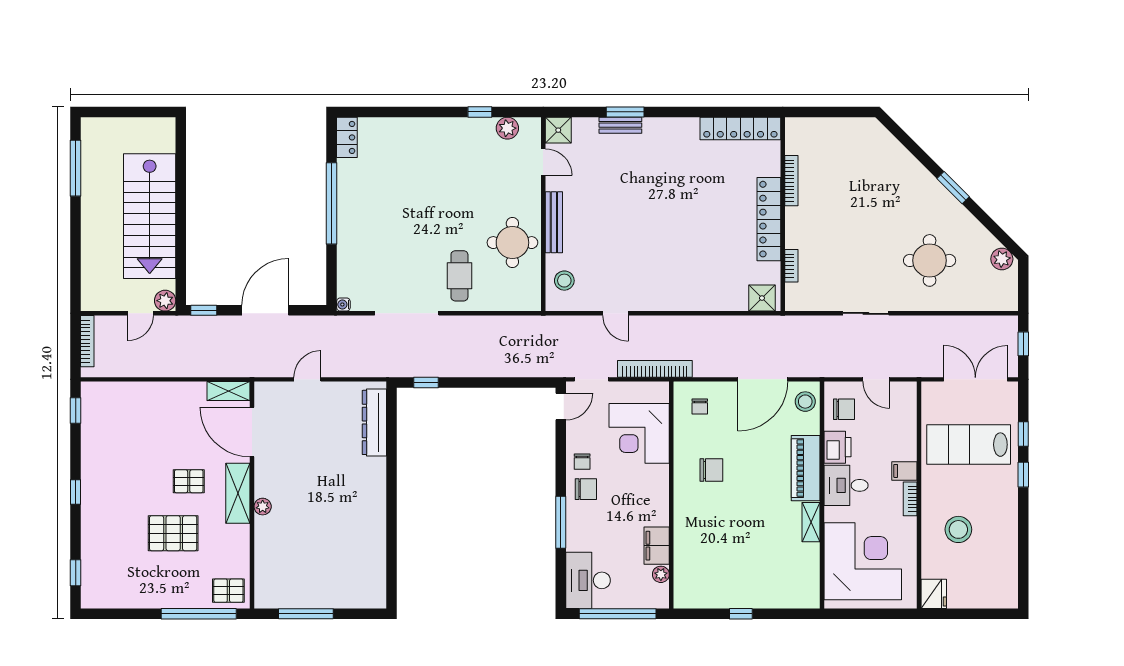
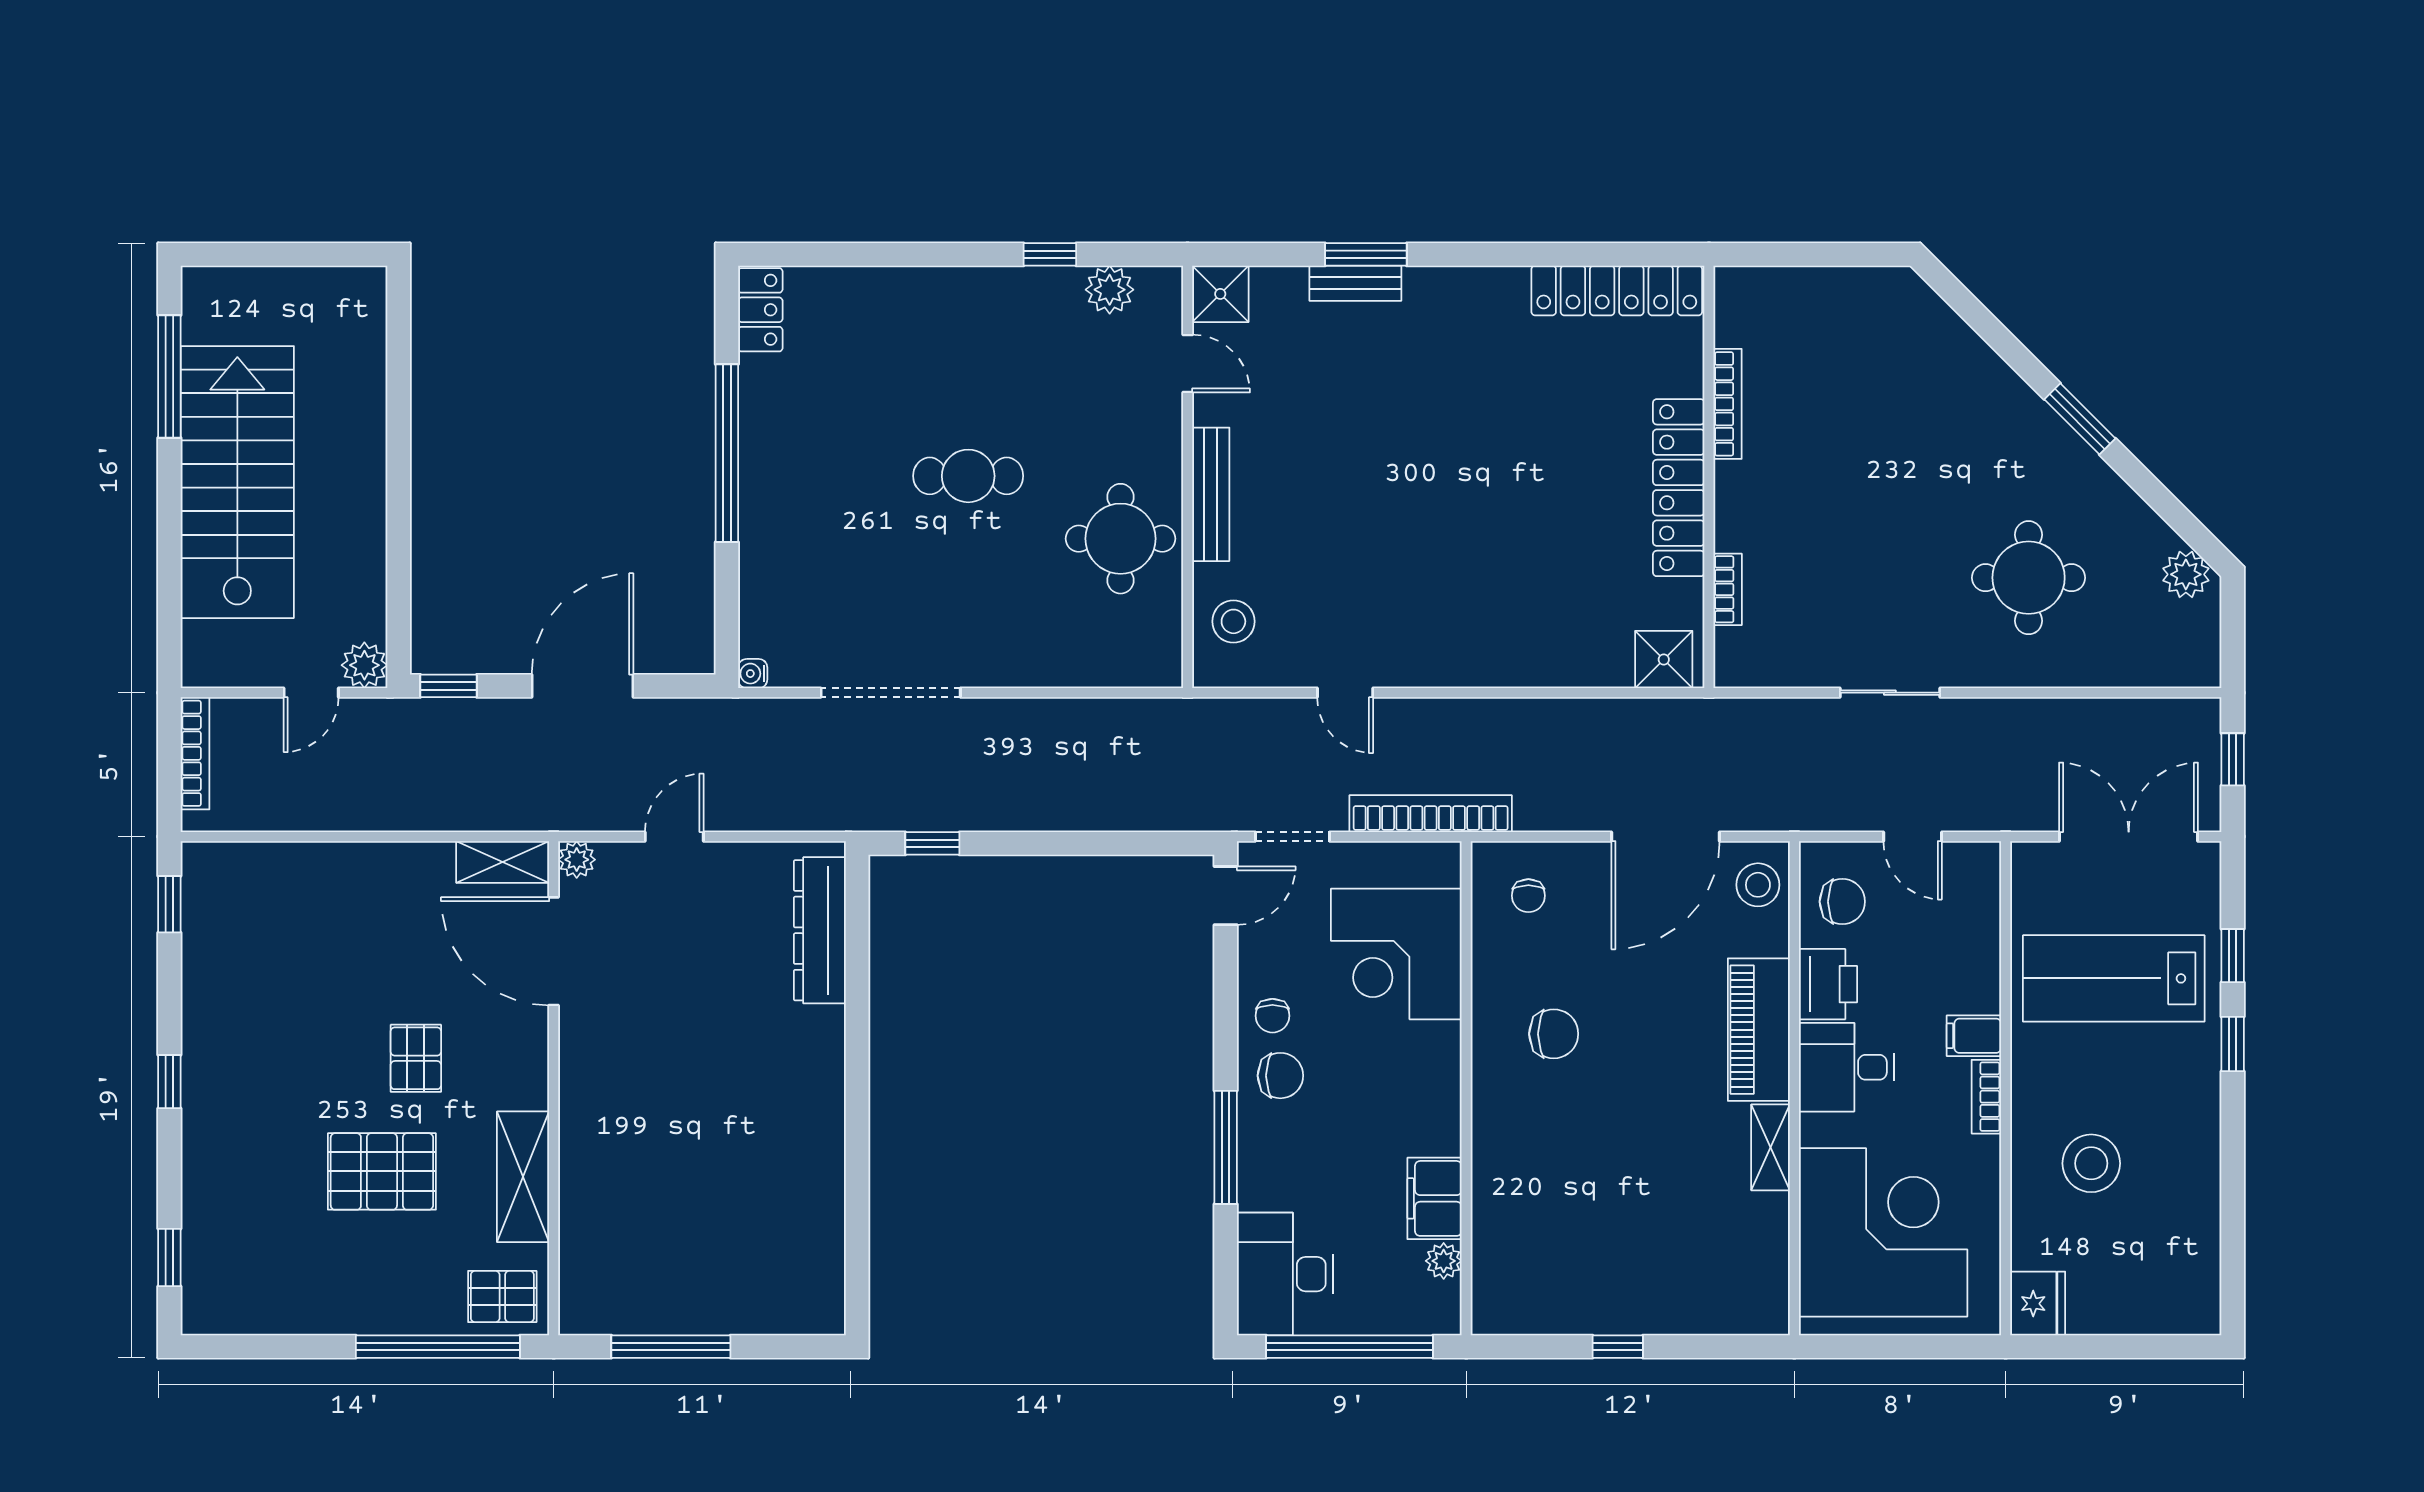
stairs: (150, 216) -> (237, 482), moved, turned 180
cafe table: (459, 276) -> (968, 476), moved, turned 90
pallet: (189, 481) -> (416, 1058), turned 90
shelving: (238, 493) -> (523, 1177), moved
plant: (263, 507) -> (577, 860), moved

